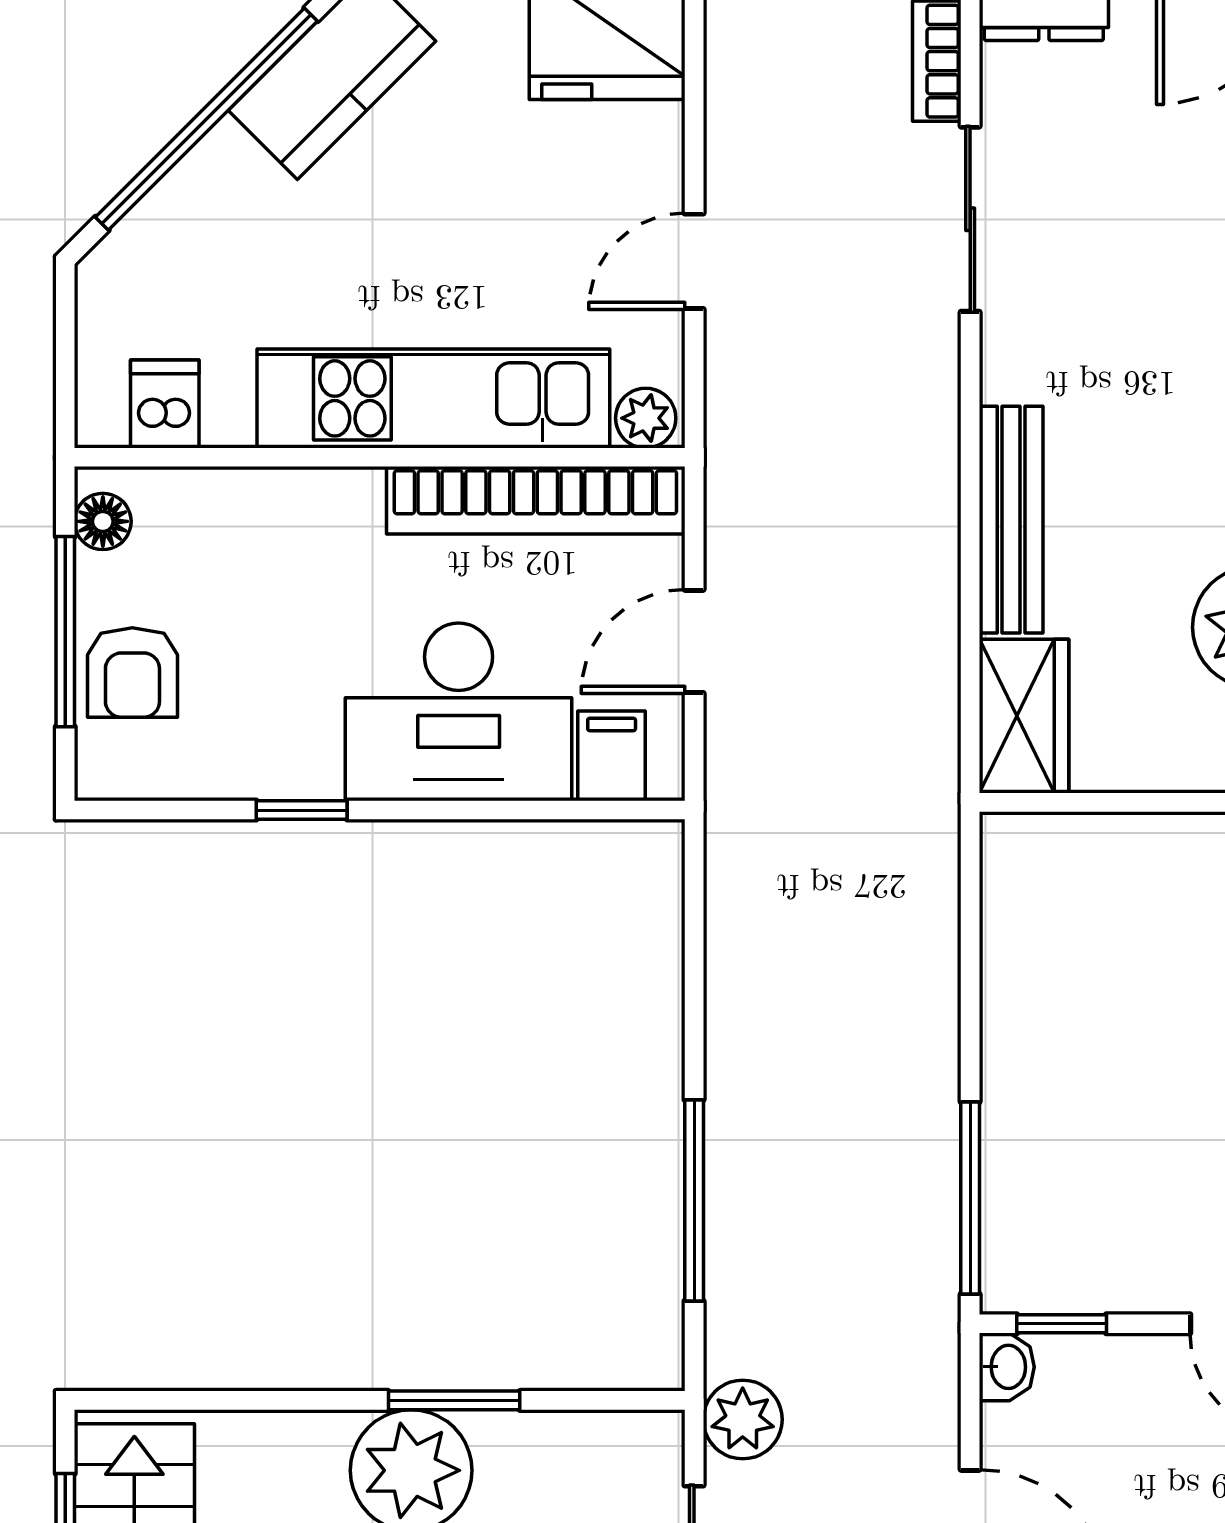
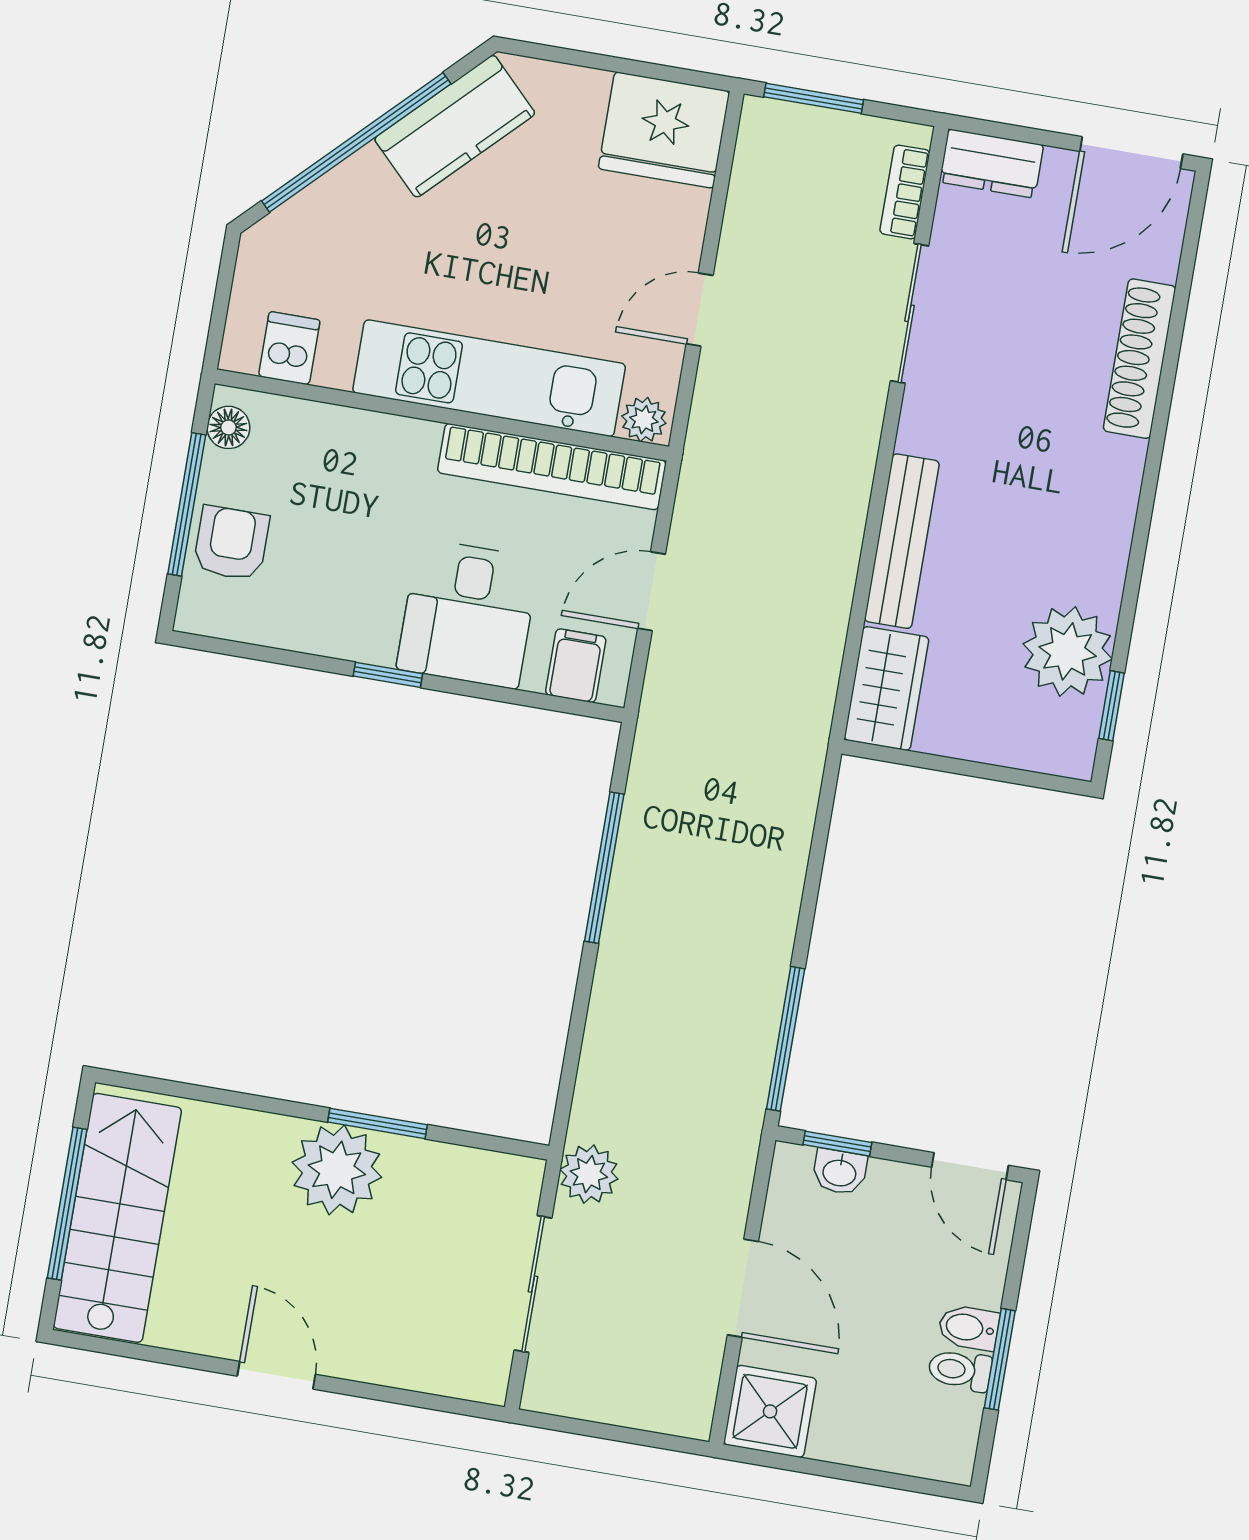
armchair: (132, 673) -> (231, 543), turned 180
desk: (459, 712) -> (468, 614), width x0.73
window: (302, 810) -> (388, 675), moved
window: (694, 1200) -> (604, 868), moved
washbasin: (1007, 1367) -> (840, 1172), moved, turned 90

